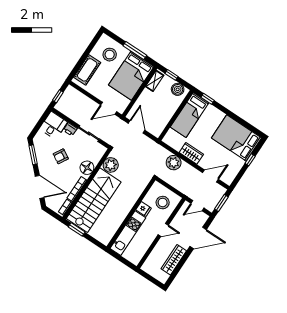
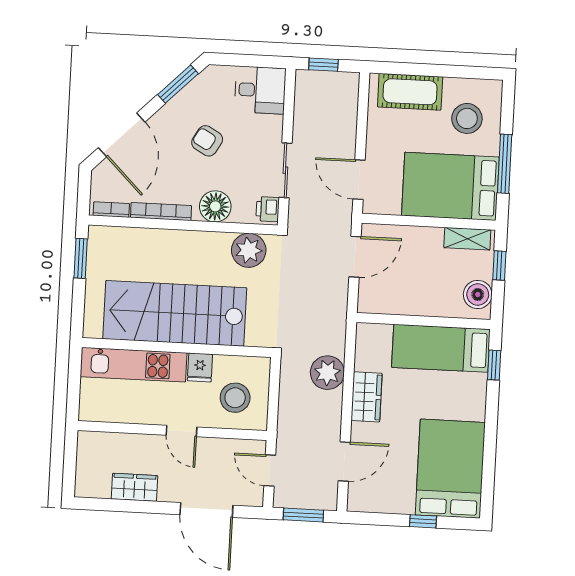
printer: (70, 129) -> (268, 209), moved
door: (210, 176) -> (344, 462), hinge flipped
stairs: (94, 200) -> (175, 313), moved, turned 180
wardrobe: (174, 260) -> (134, 487), width x0.67

